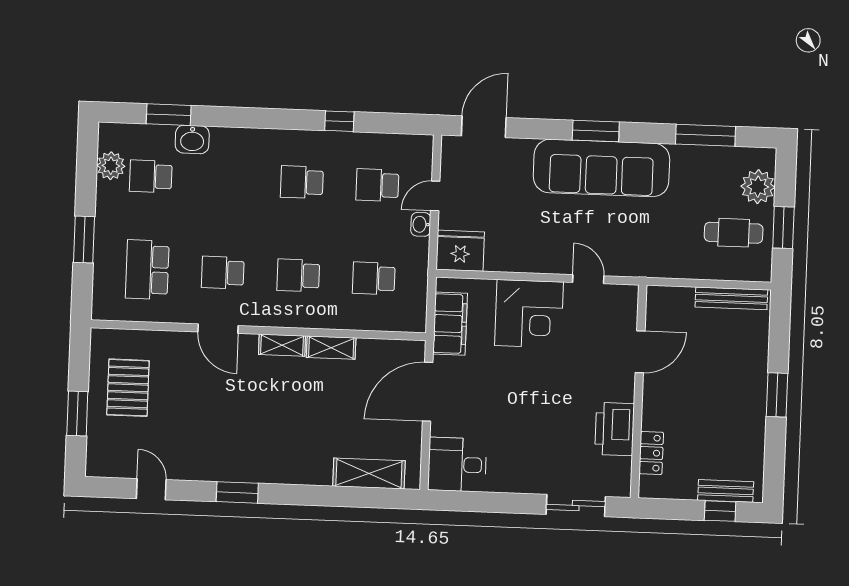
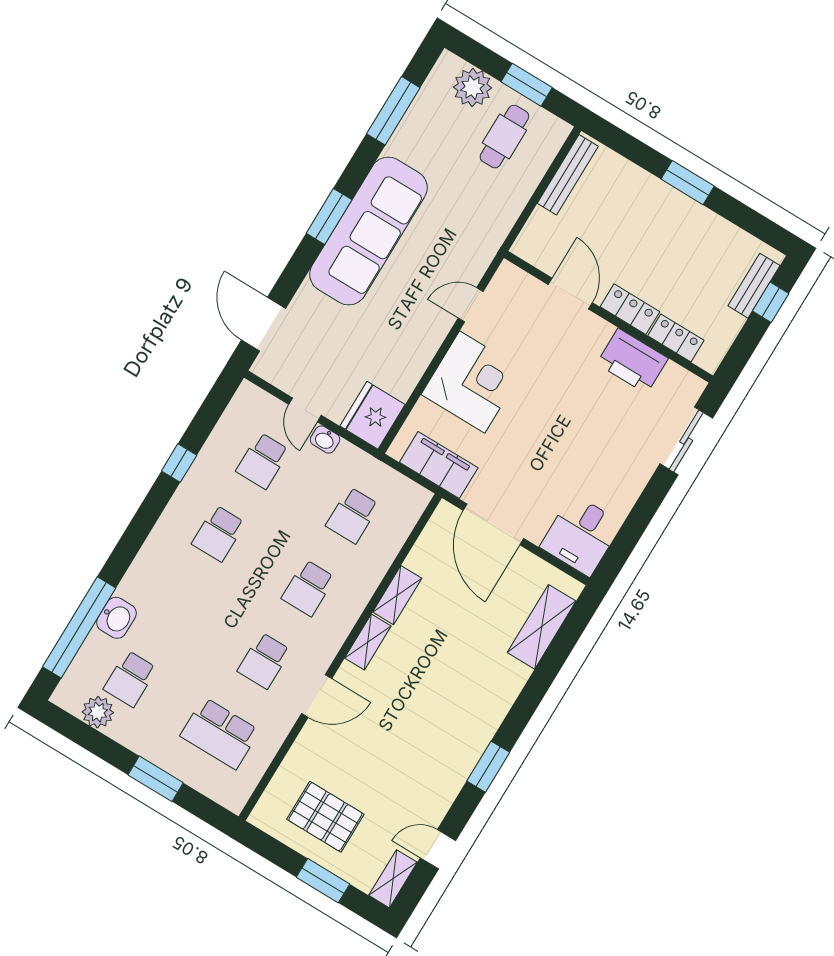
window: (169, 115) -> (79, 627), width x2.11
locker: (654, 405) -> (630, 309), added
shelving: (109, 467) -> (393, 879), added

